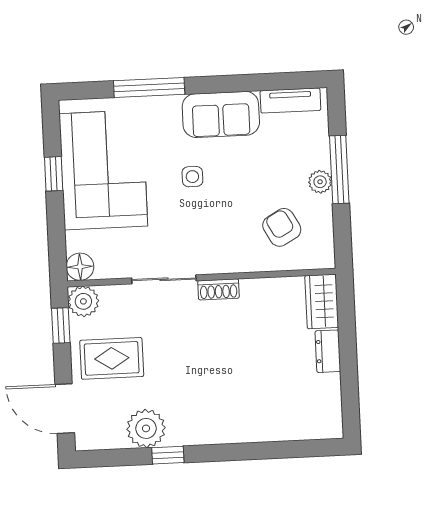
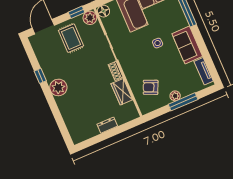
armchair: (282, 227) -> (151, 87), turned -127
wardrobe: (322, 301) -> (122, 92), moved, turned -90
plant: (146, 428) -> (58, 87), moved

